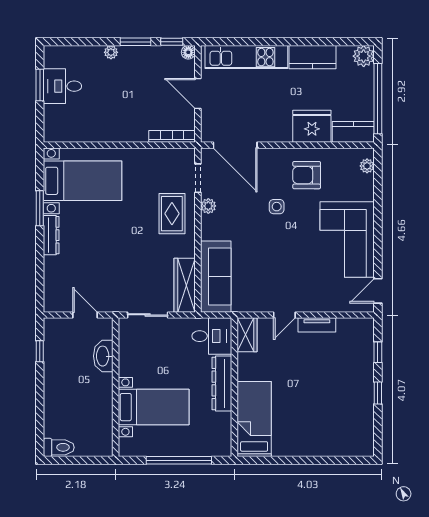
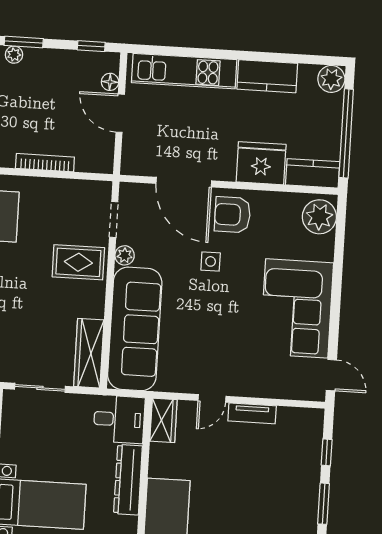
window: (135, 42) -> (24, 42), moved
floor lamp: (188, 52) -> (110, 82), moved
bookcase: (172, 136) -> (45, 163), moved
door: (235, 145) -> (184, 182), moved
plant: (367, 166) -> (319, 217), width x1.88, depth x1.88
armchair: (307, 175) -> (232, 215), moved
rug: (172, 214) -> (78, 262), turned 90
sofa: (216, 277) -> (135, 329), width x1.36, depth x1.27
door: (378, 291) -> (331, 375), swing flipped
window: (378, 393) -> (324, 504), width x1.50

